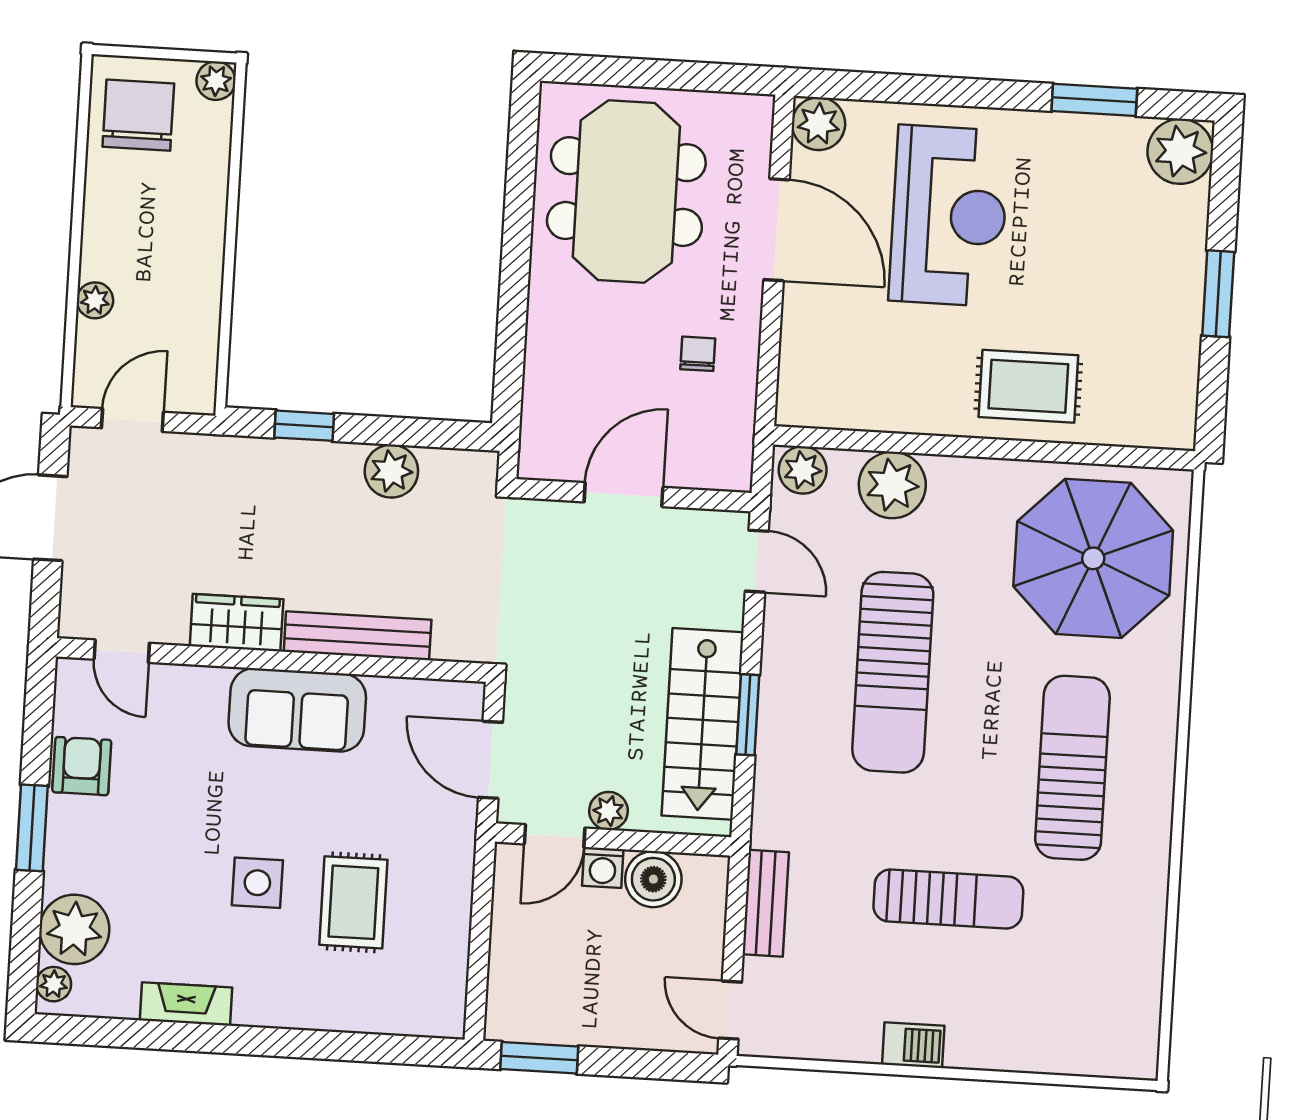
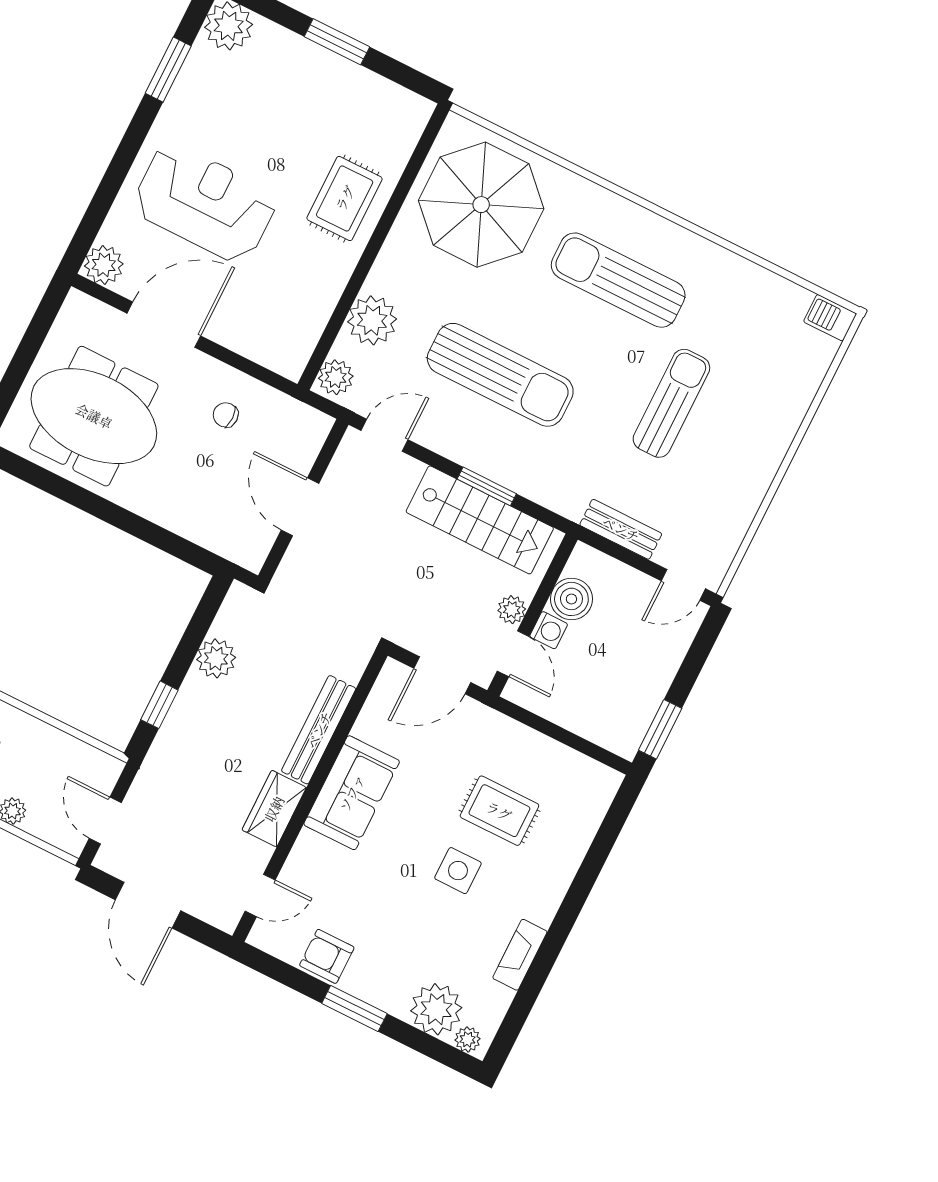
barbecue: (913, 1045) -> (830, 318), moved, turned -90

